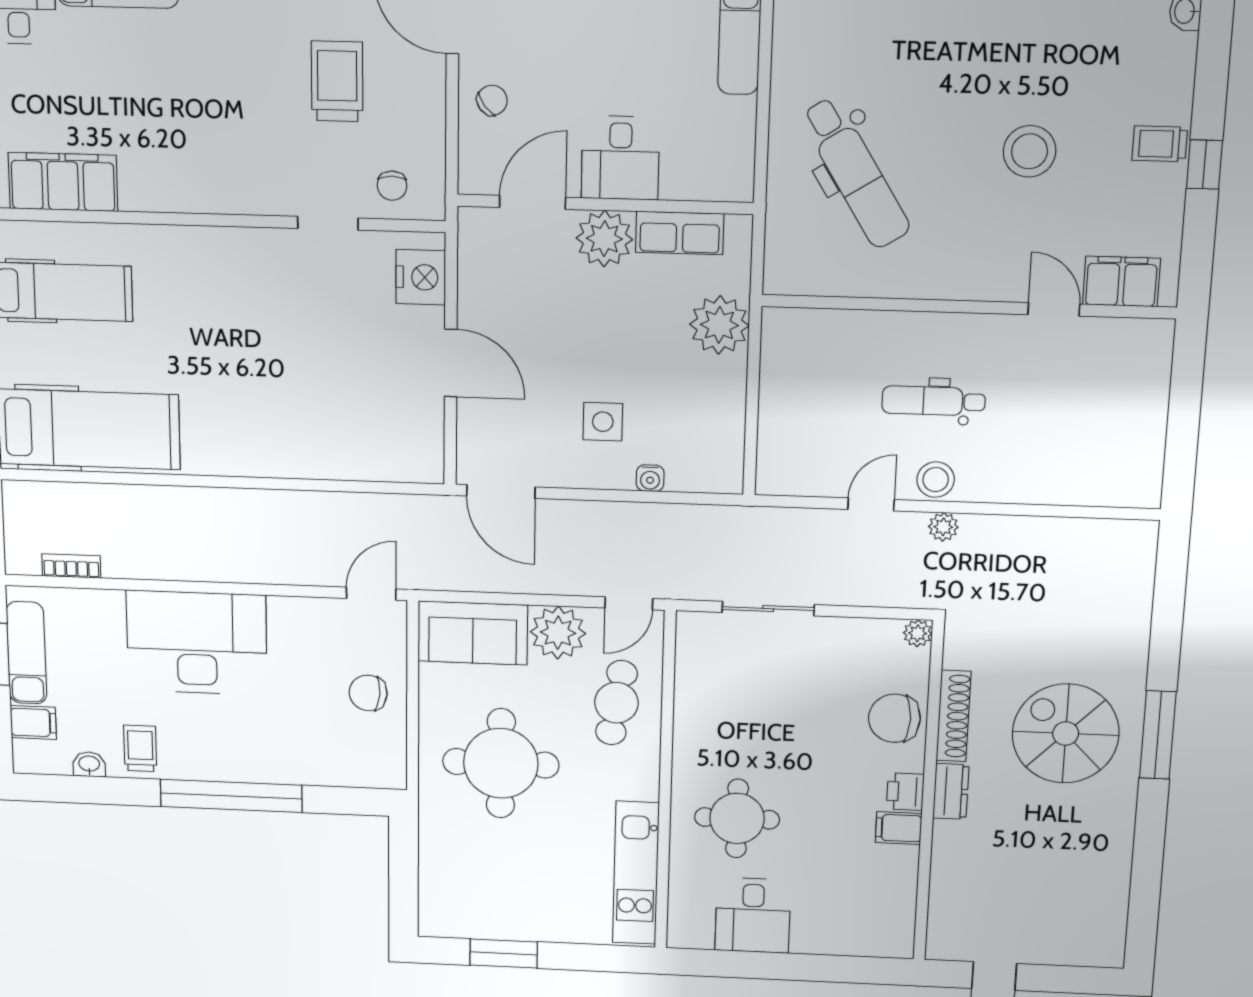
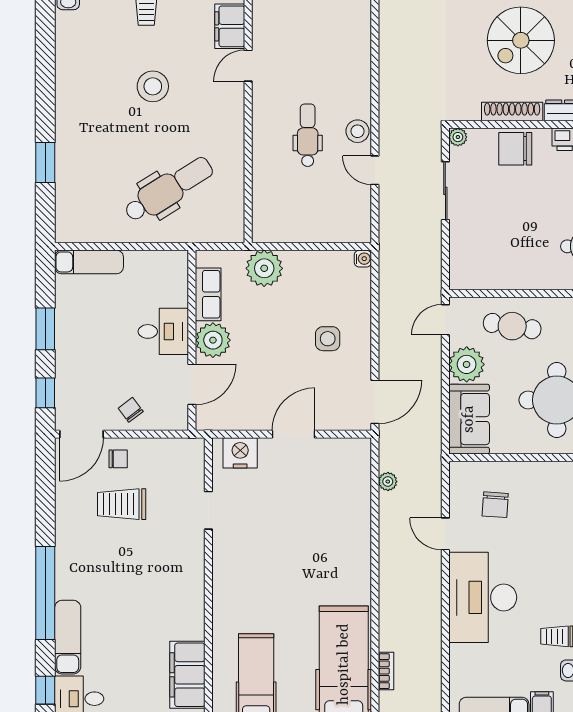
chair: (392, 186) -> (118, 459), moved
door: (533, 202) -> (192, 384), swing flipped
dental chair: (934, 401) -> (308, 135), turned 180
water cooler: (650, 478) -> (363, 259), moved
plant: (943, 527) -> (388, 482), moved
bookcase: (71, 566) -> (386, 671), moved, turned 180
door: (371, 594) -> (445, 534), moved
door: (629, 603) -> (445, 320), swing flipped
sliding door: (768, 609) -> (445, 191), moved
chair: (368, 693) -> (495, 505), moved
chair: (894, 718) -> (515, 149), turned 90

